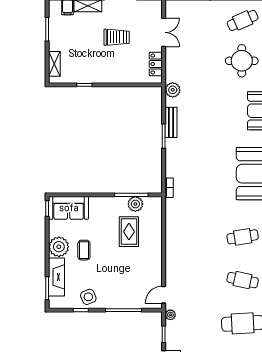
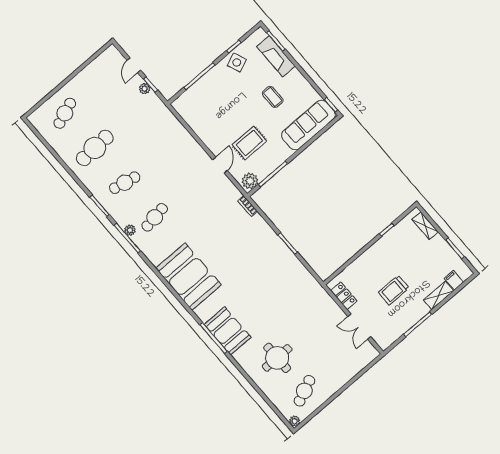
plant: (173, 90) -> (312, 287), removed
bench: (171, 122) -> (291, 260), removed
plant: (135, 204) -> (250, 181), moved
sofa: (69, 208) -> (308, 125), width x1.36
rug: (129, 232) -> (249, 143), turned 90
plant: (59, 247) -> (295, 82), removed
door: (164, 295) -> (220, 165), moved
plant: (170, 315) -> (145, 89), moved

